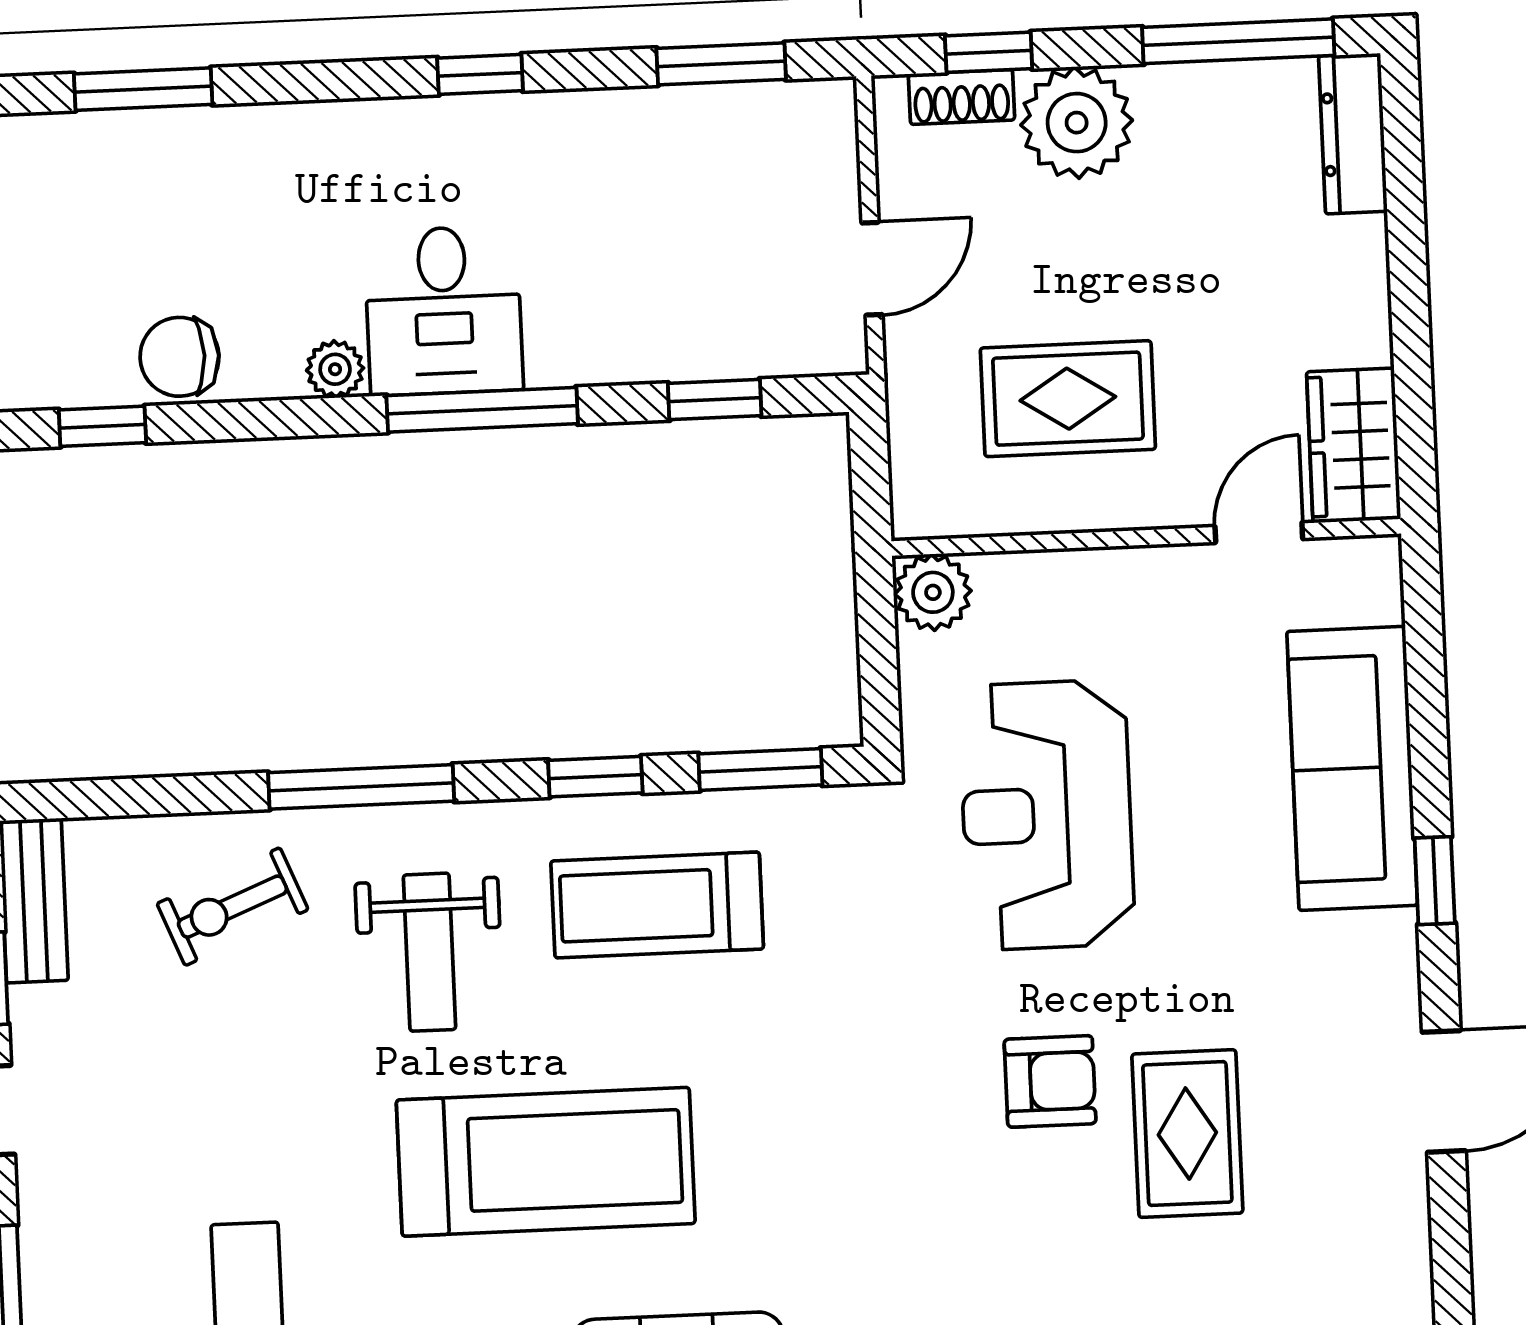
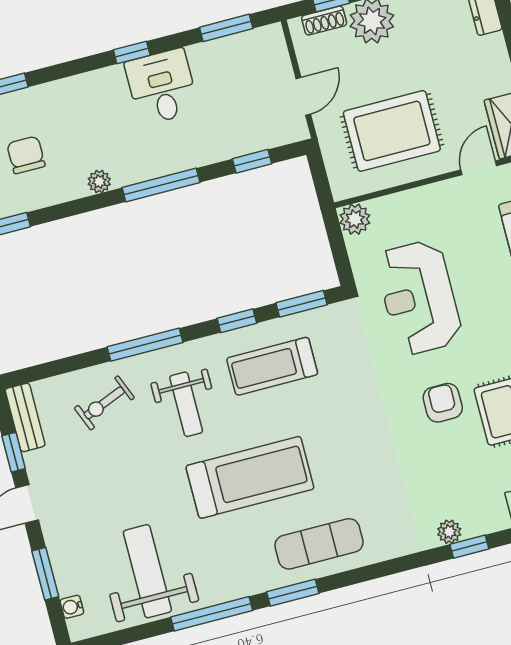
desk: (444, 311) -> (162, 87), moved, turned 180
chair: (179, 357) -> (26, 155), moved, turned 90
rug: (1068, 399) -> (392, 131), width x1.36, depth x1.43
armchair: (1050, 1081) -> (443, 403), turned -90

